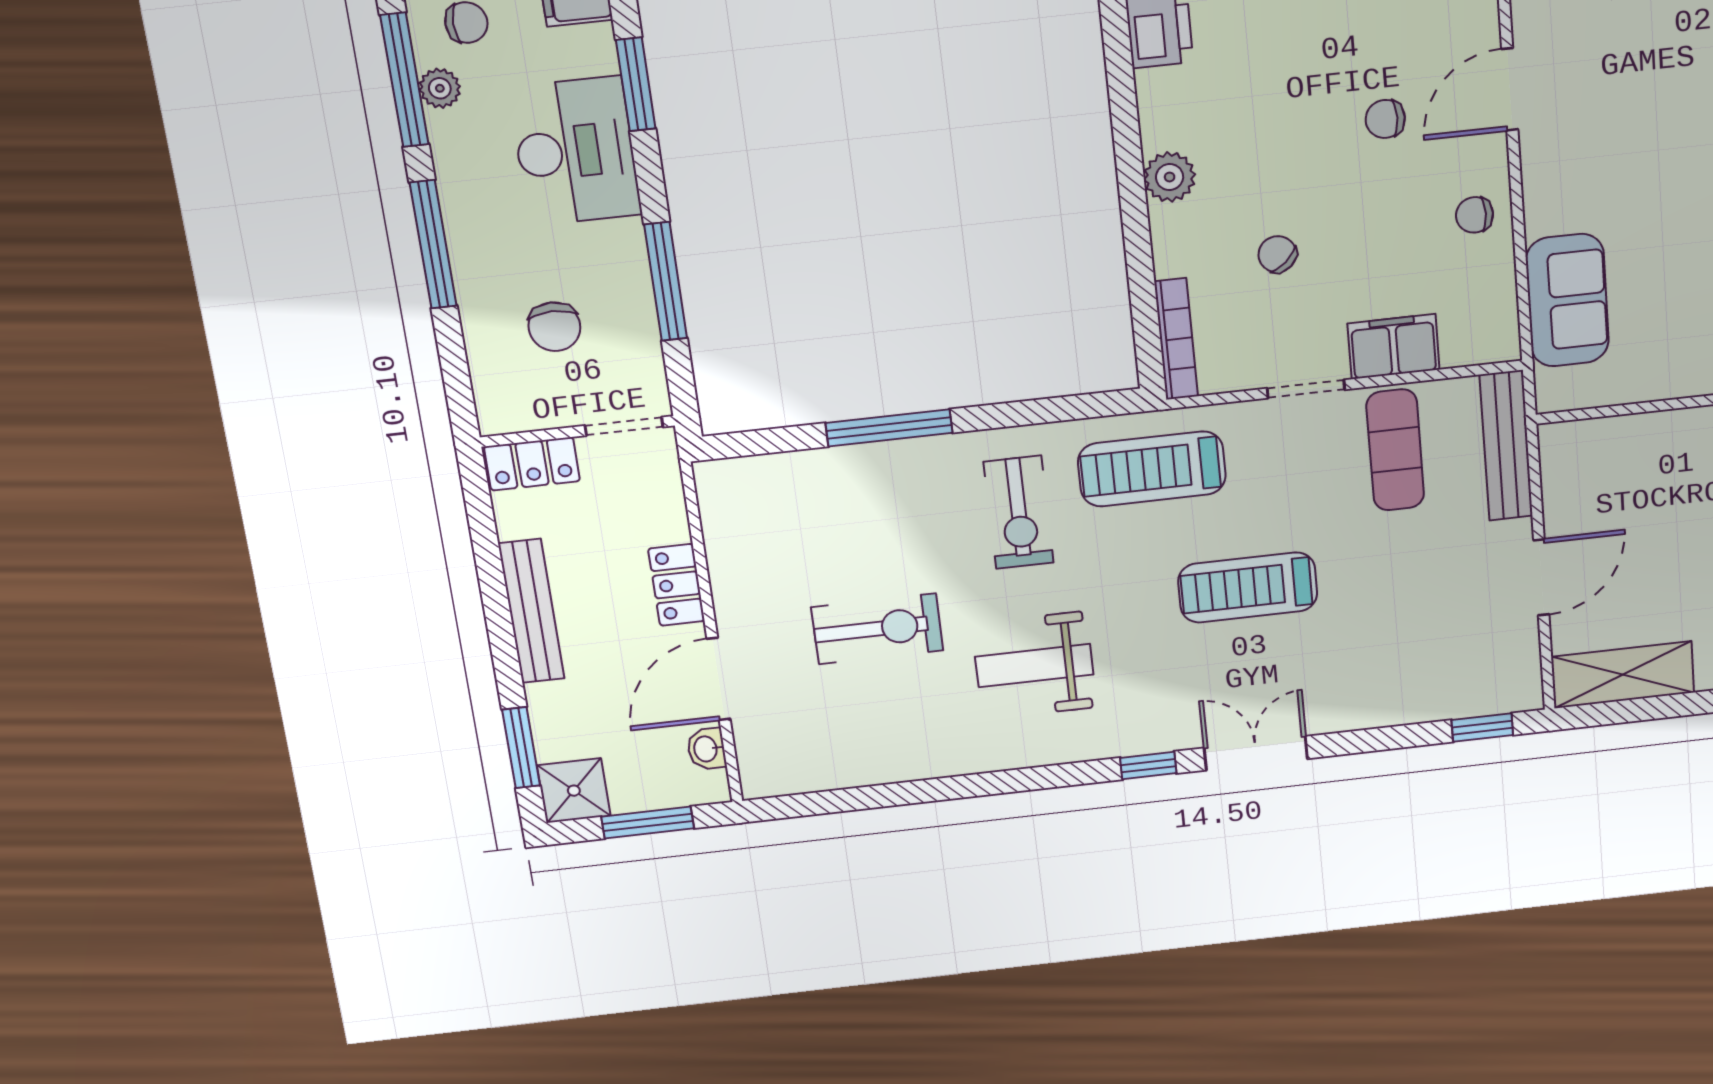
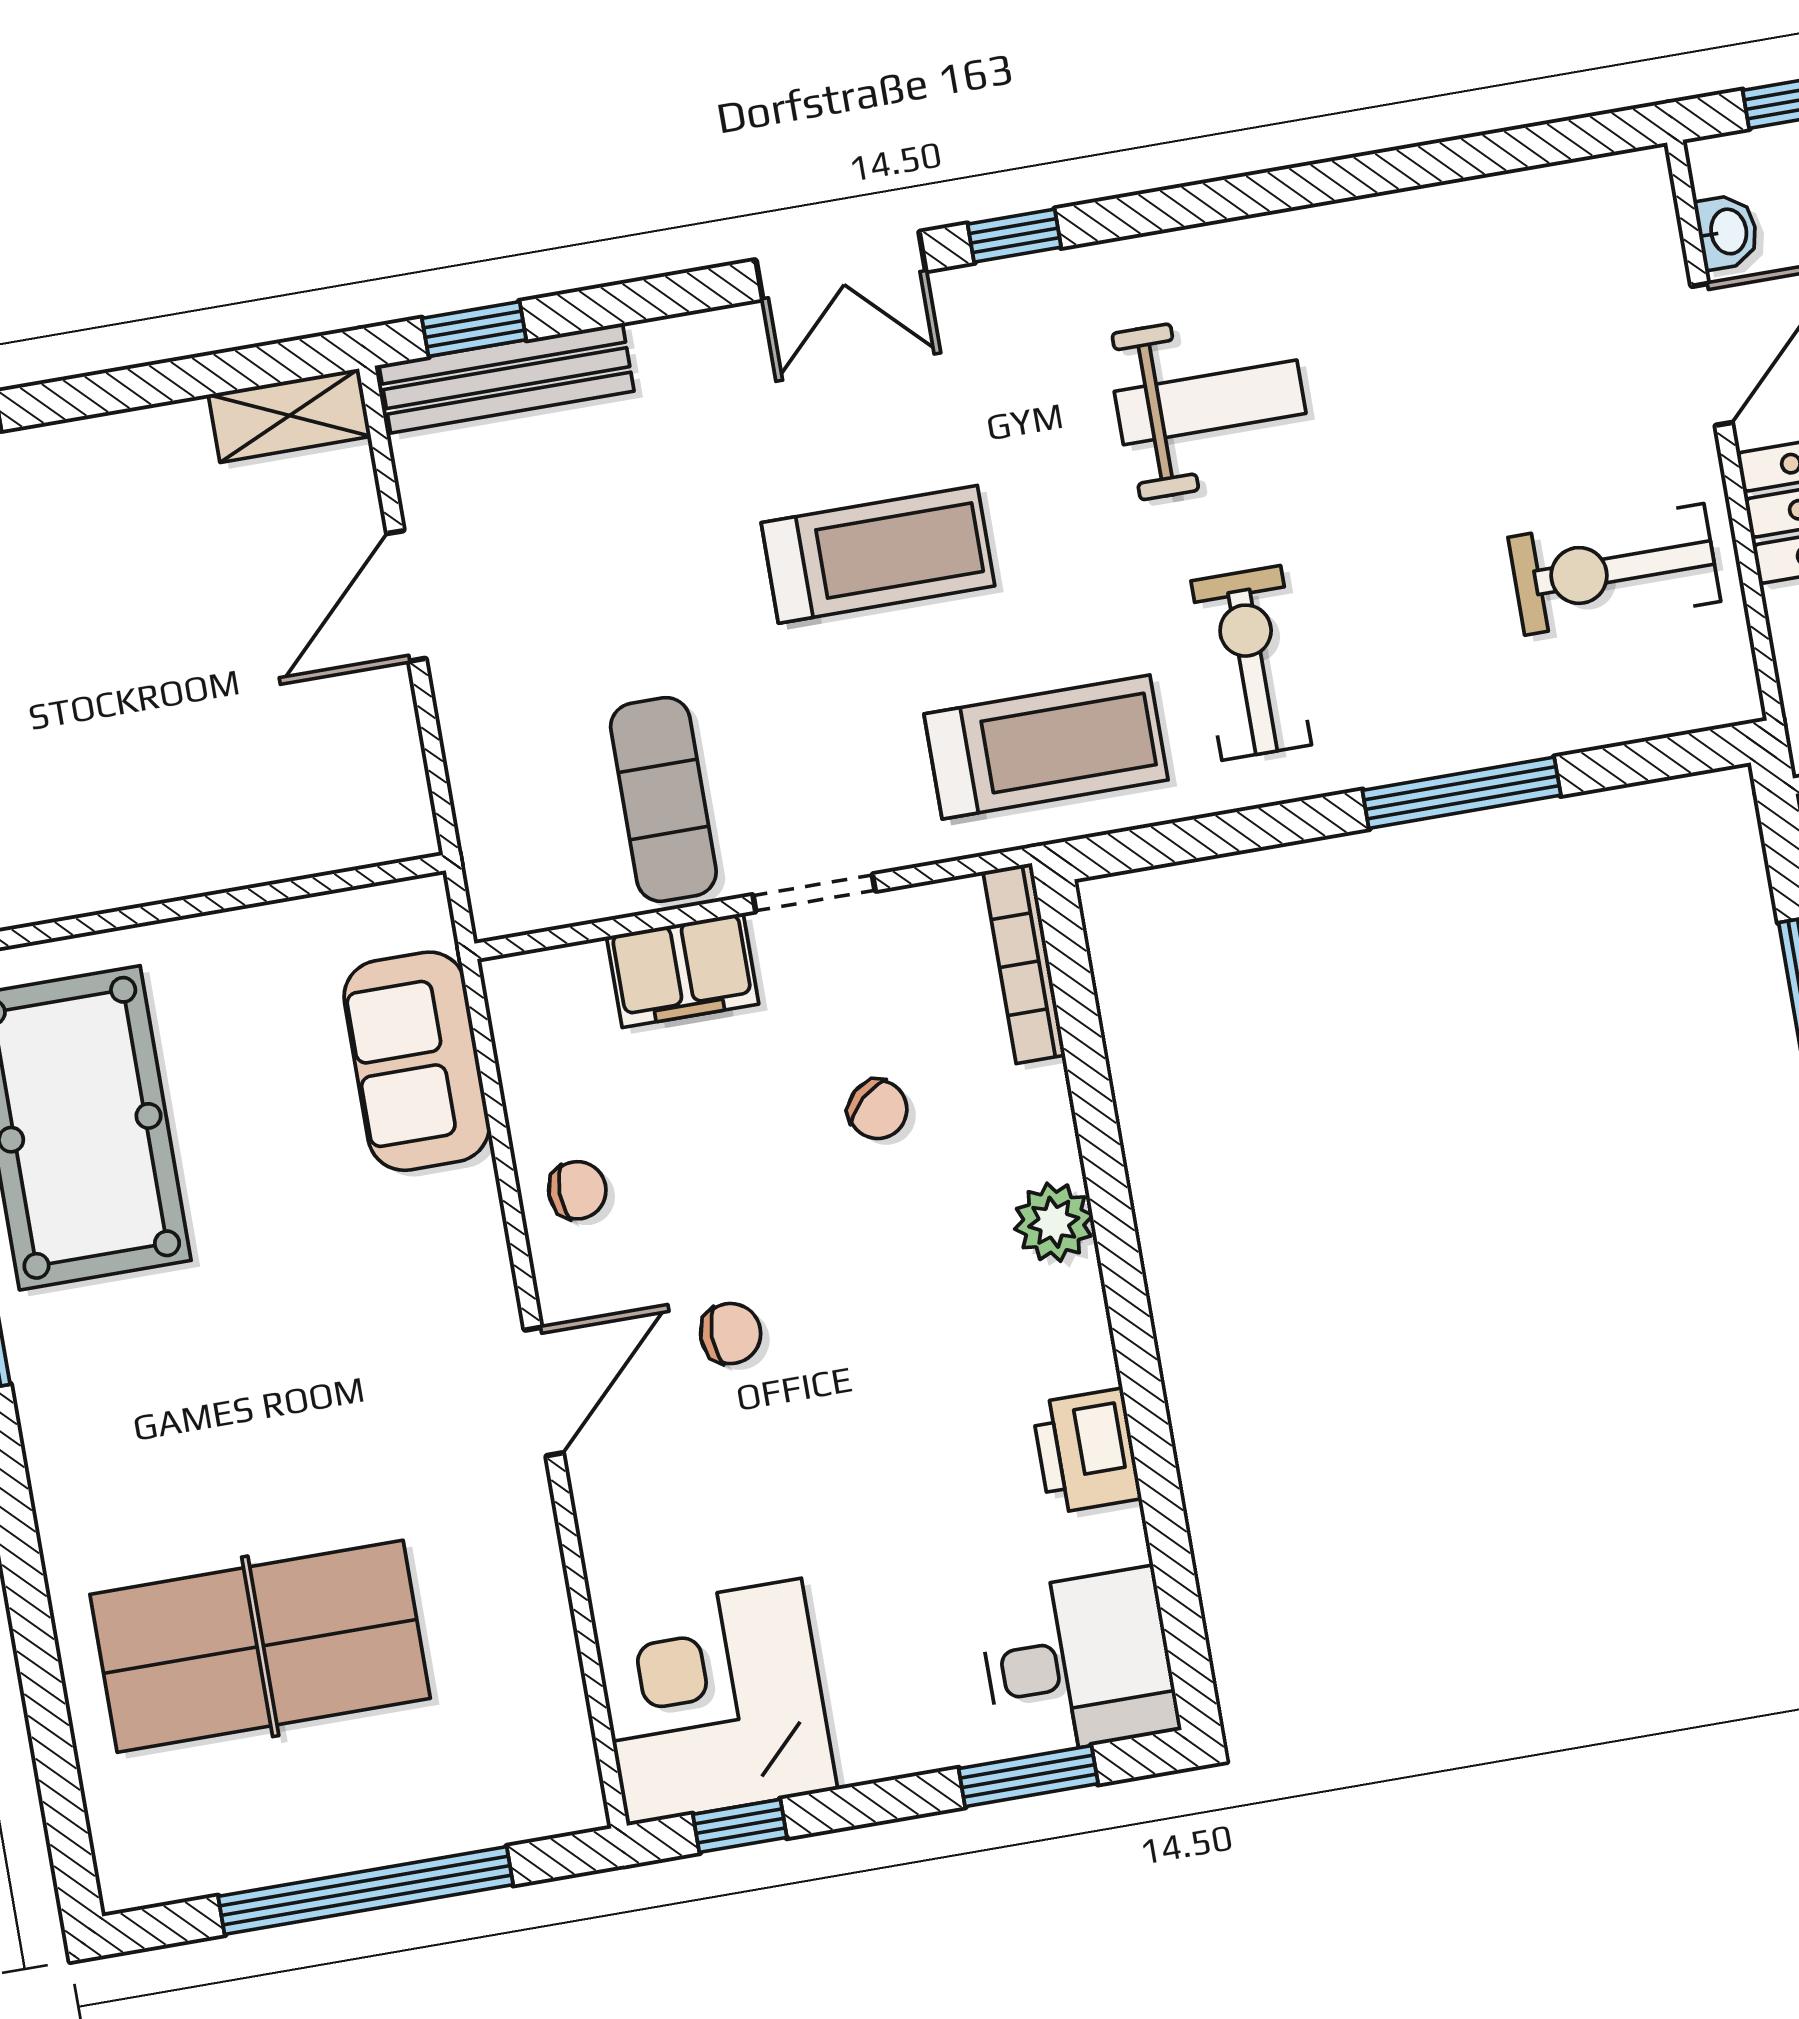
bench: (1506, 446) -> (507, 378), moved, turned 90
exercise bike: (877, 629) -> (1614, 569), moved
shelving: (1623, 675) -> (290, 415), width x0.67, depth x0.75

